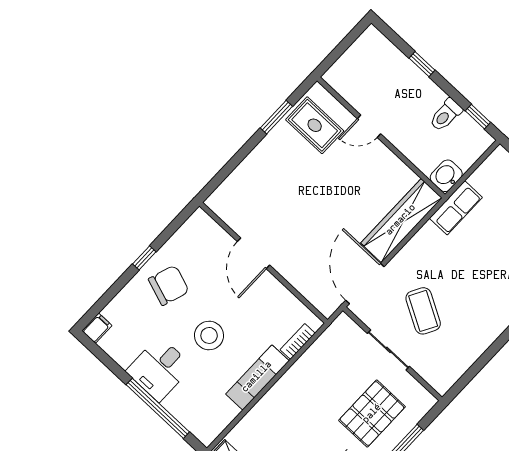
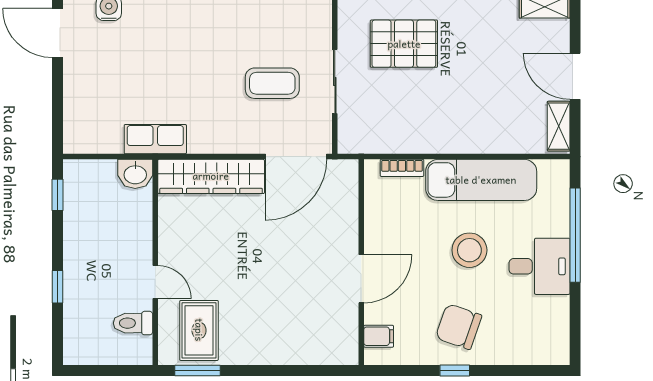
toilet: (446, 115) -> (133, 323), moved, turned 180
window: (276, 117) -> (198, 371), moved
coffee table: (423, 311) -> (272, 83), turned 61
filing cabinet: (97, 328) -> (379, 336), moved, turned 180
exam couch: (257, 377) -> (481, 180), width x1.36, depth x1.45

